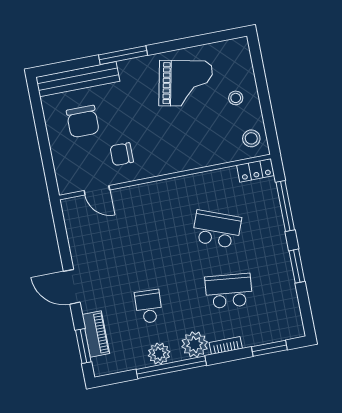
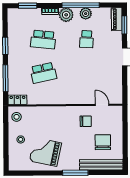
school desk: (217, 229) -> (43, 73), turned -33
piano: (96, 334) -> (117, 19), moved

